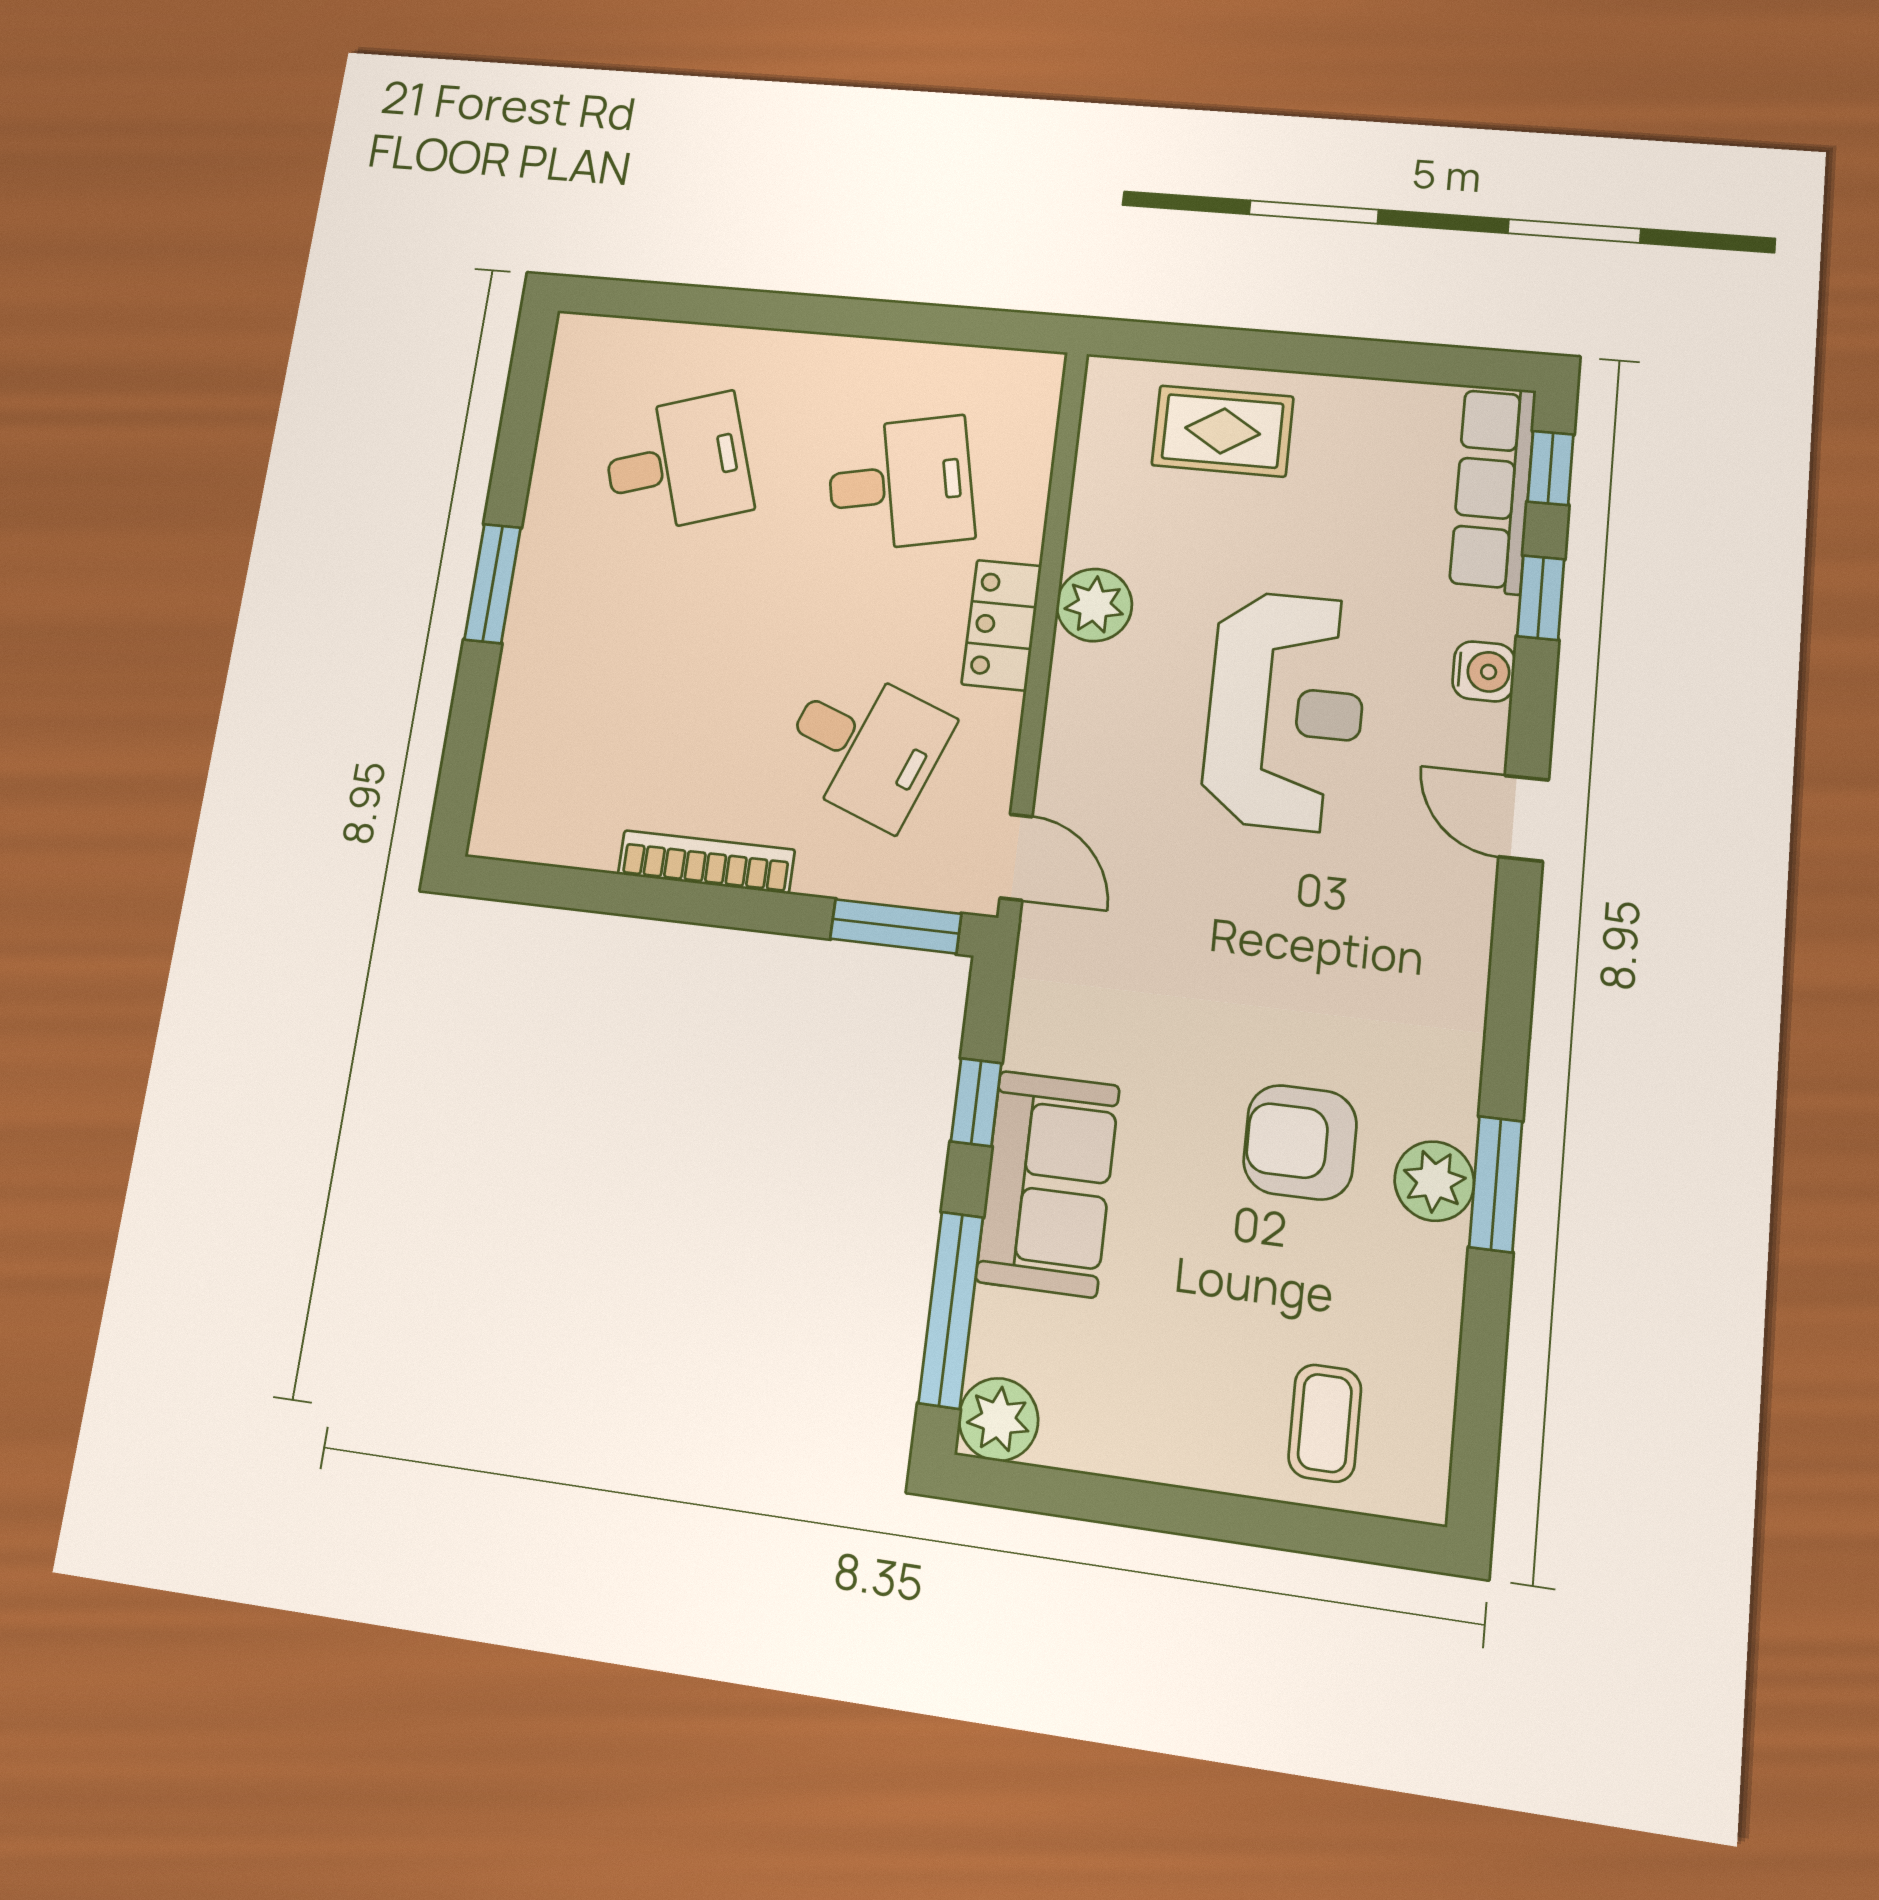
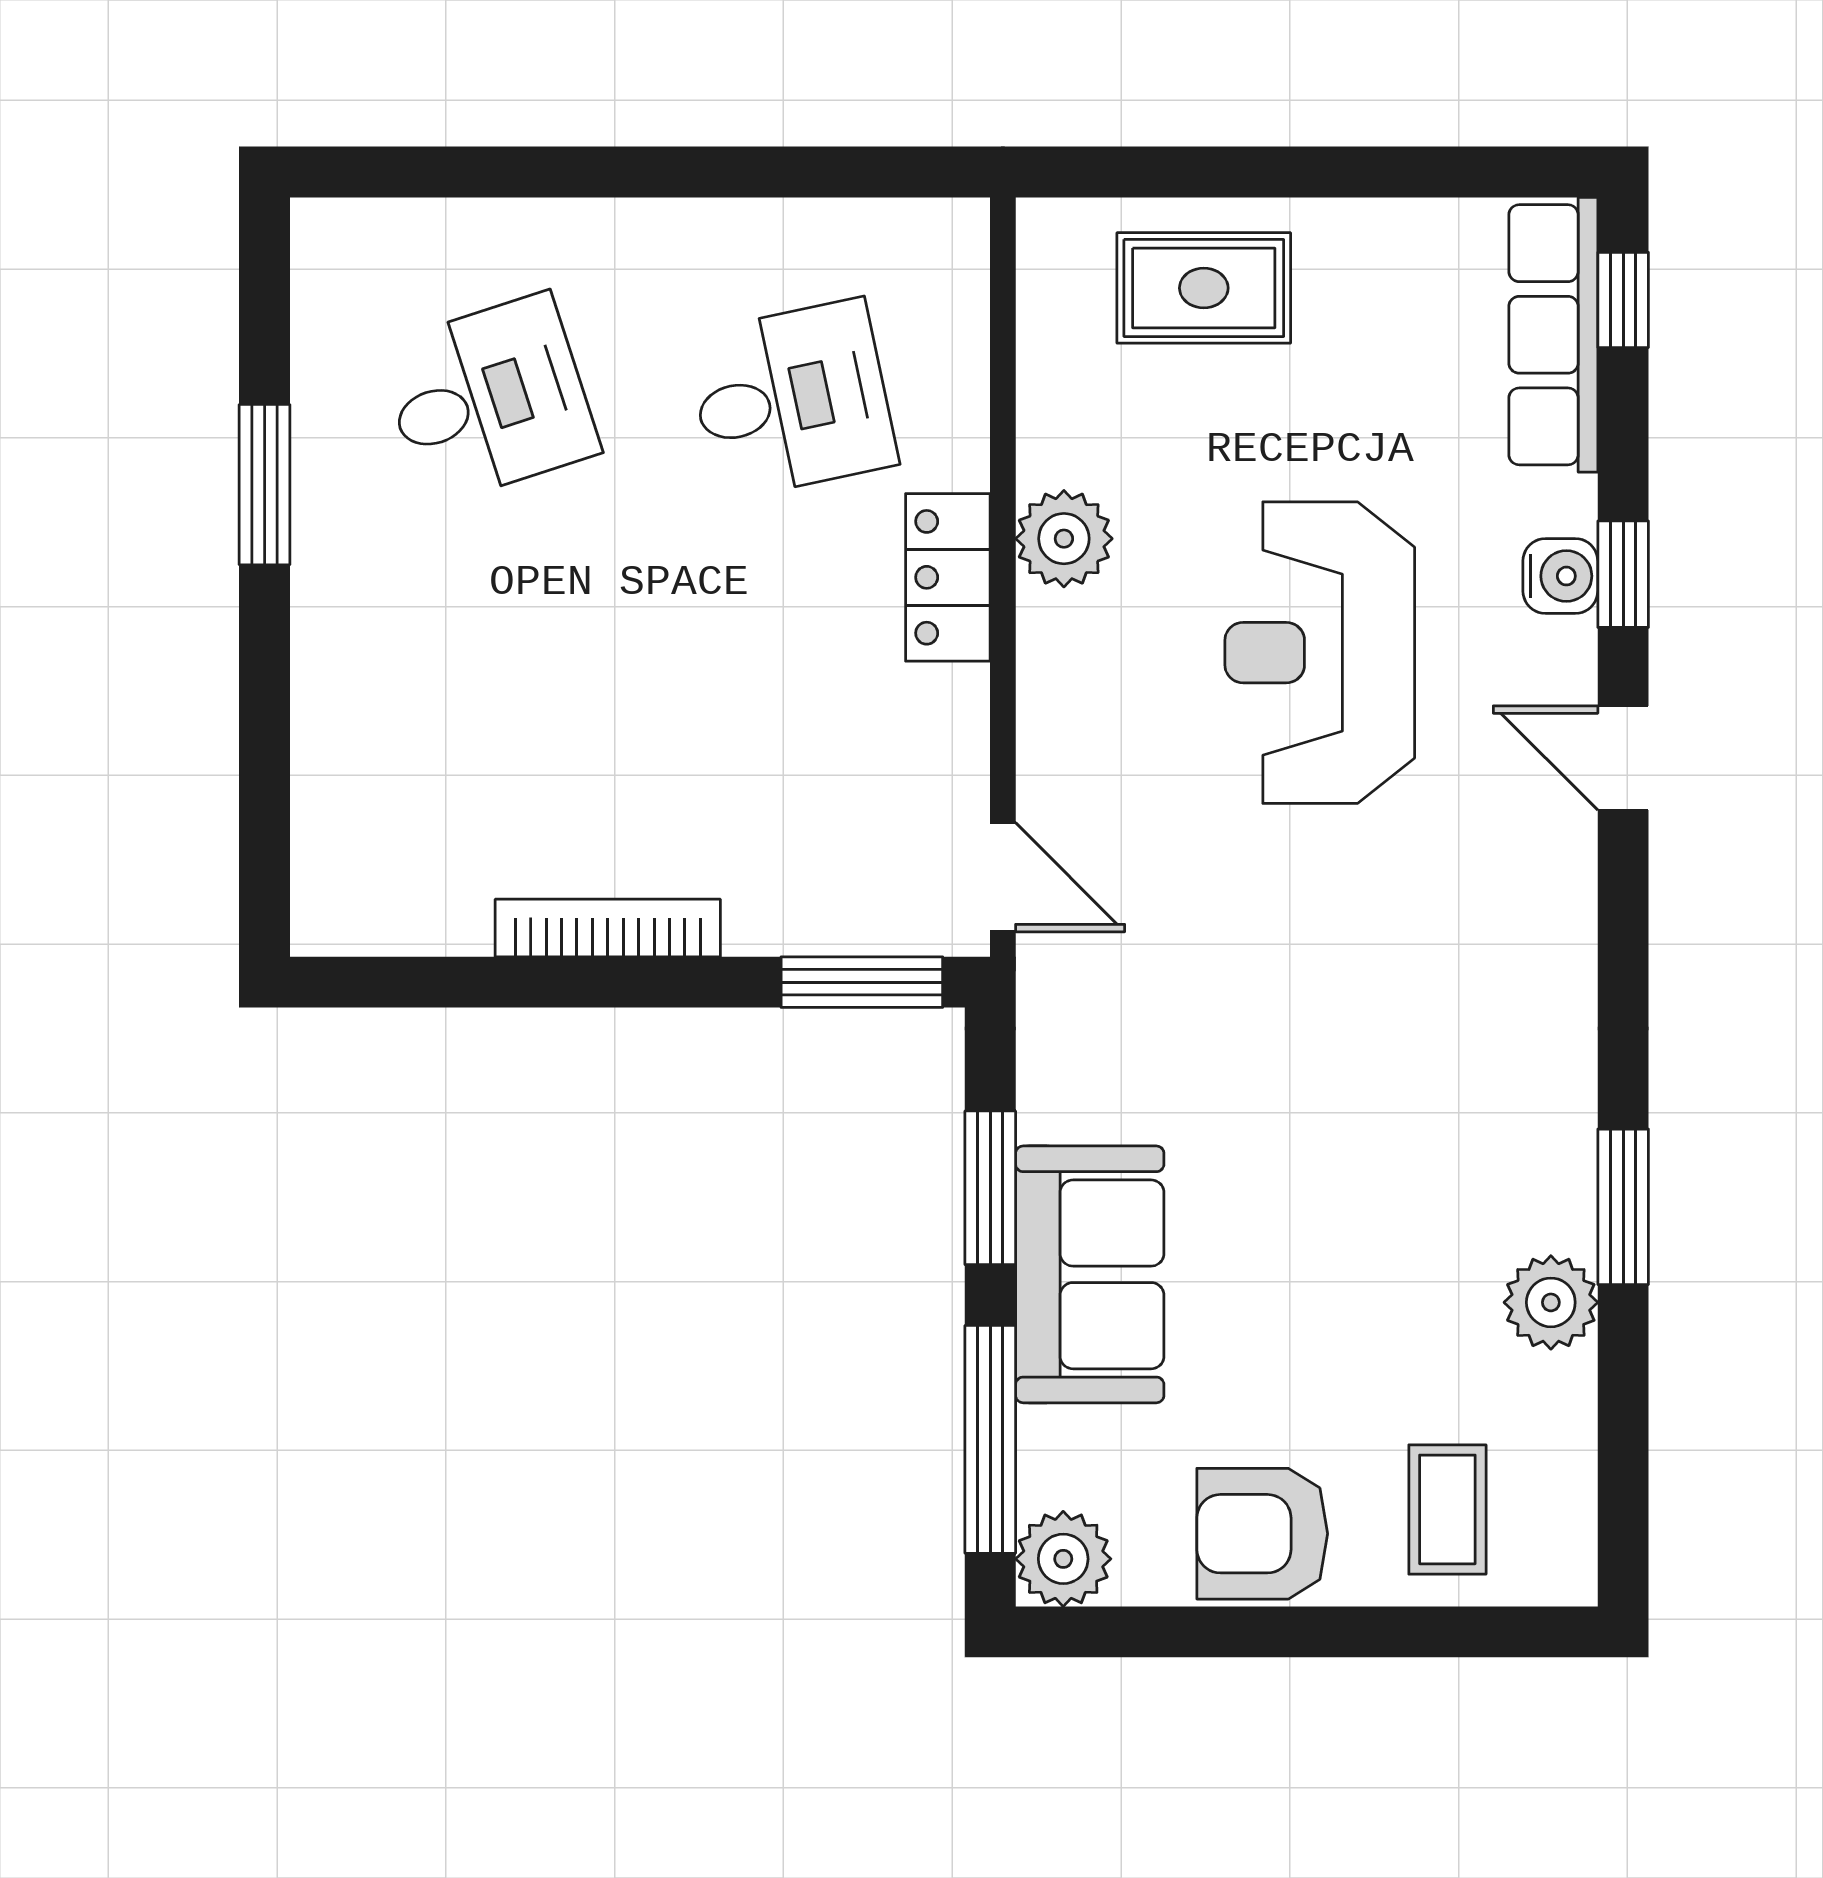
window: (493, 583) -> (265, 485), moved
window: (1541, 598) -> (1623, 574), moved
reception desk: (1285, 711) -> (1320, 653), turned 180
desk: (865, 746) -> (792, 755), removed
window: (976, 1102) -> (990, 1188), width x1.50
armchair: (1300, 1142) -> (1262, 1534), moved
plant: (1434, 1181) -> (1551, 1302), moved

